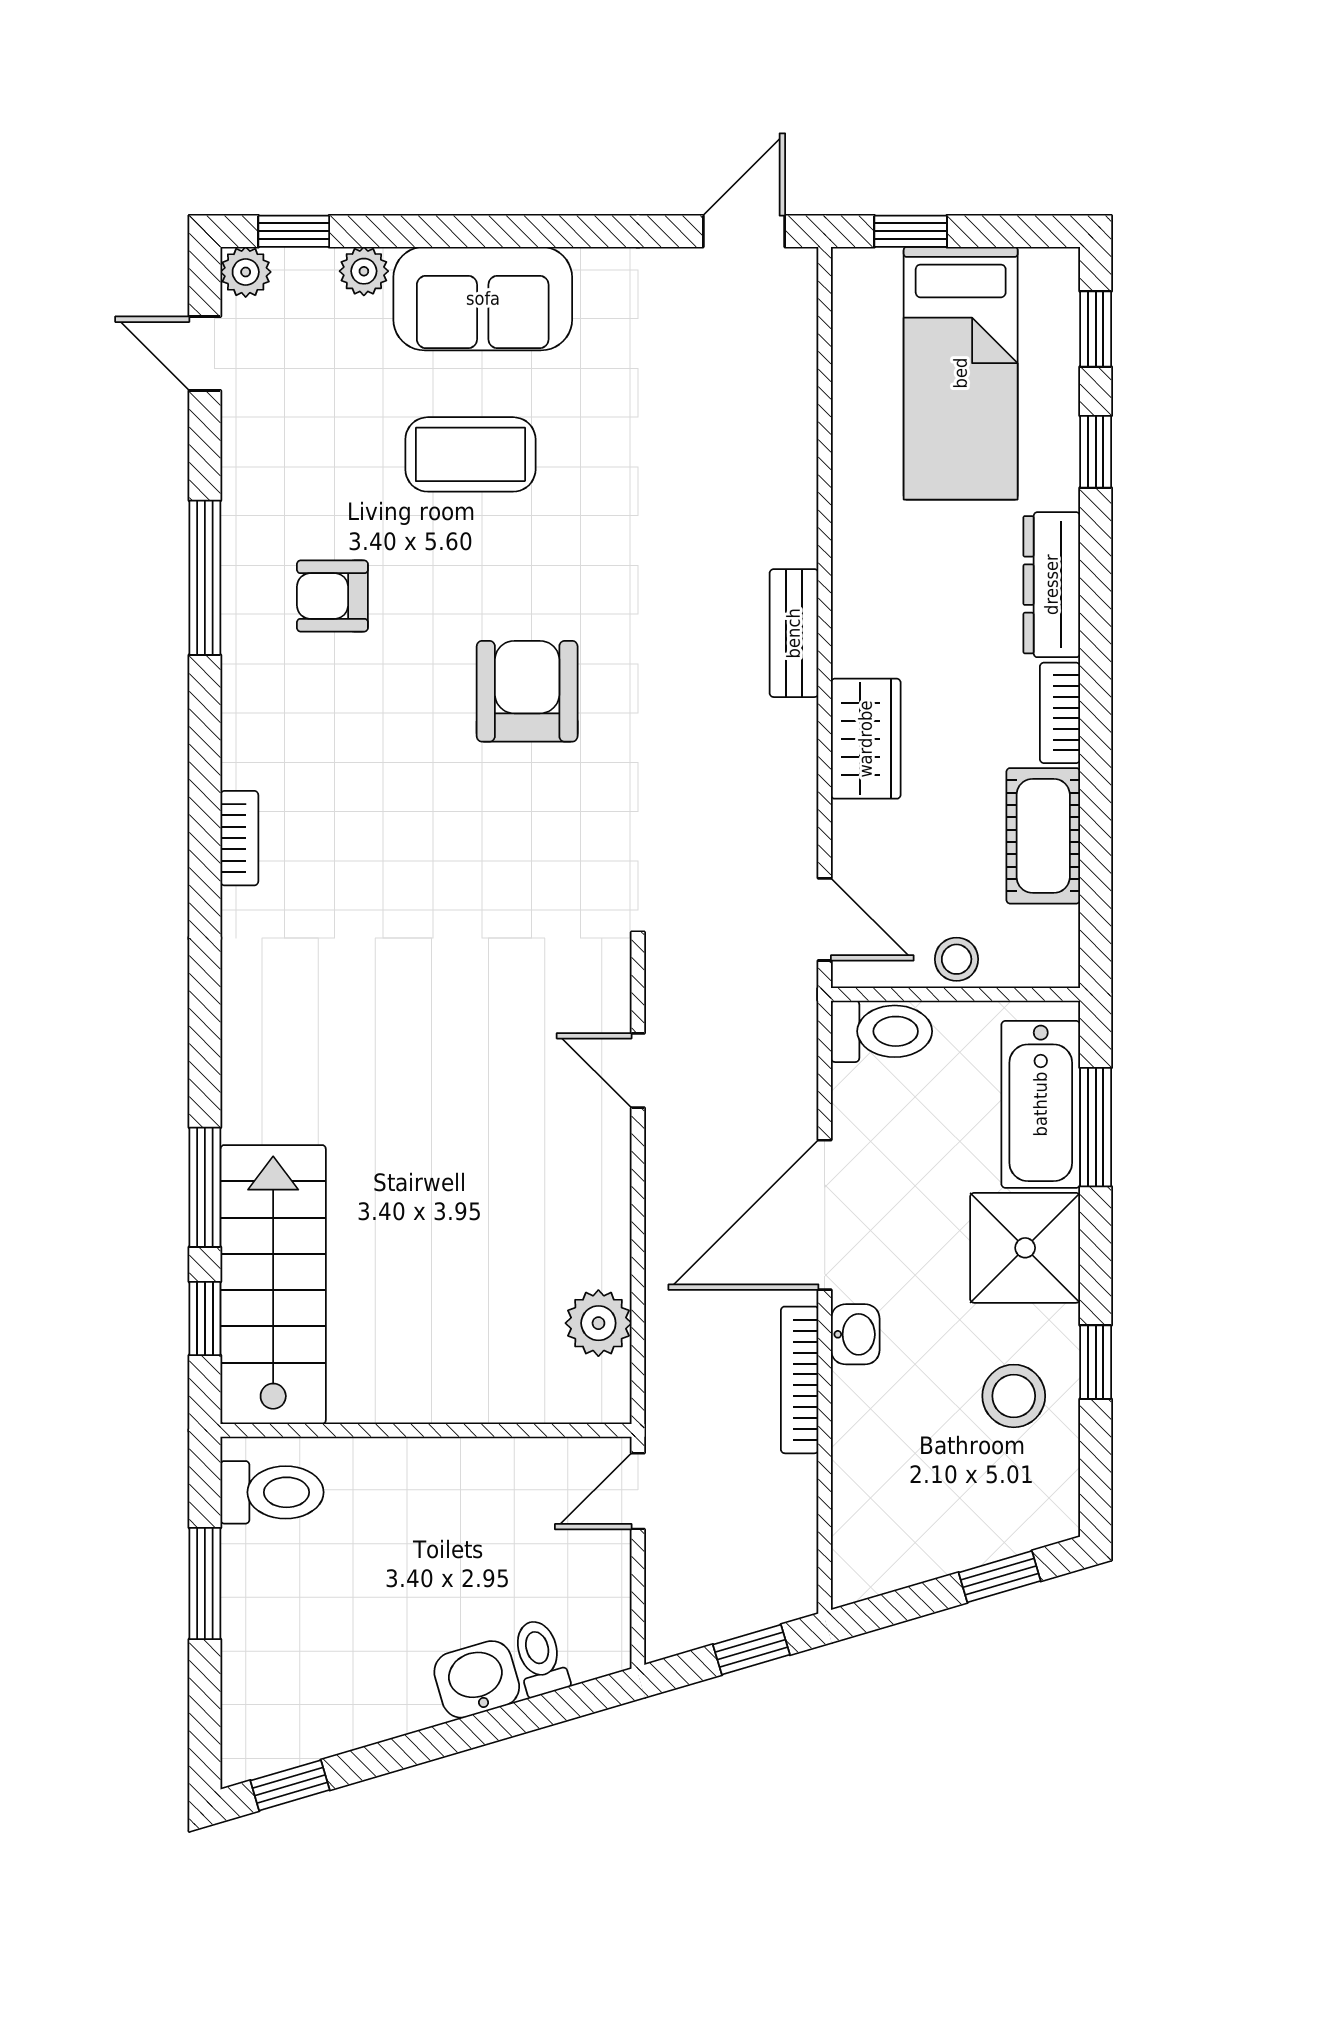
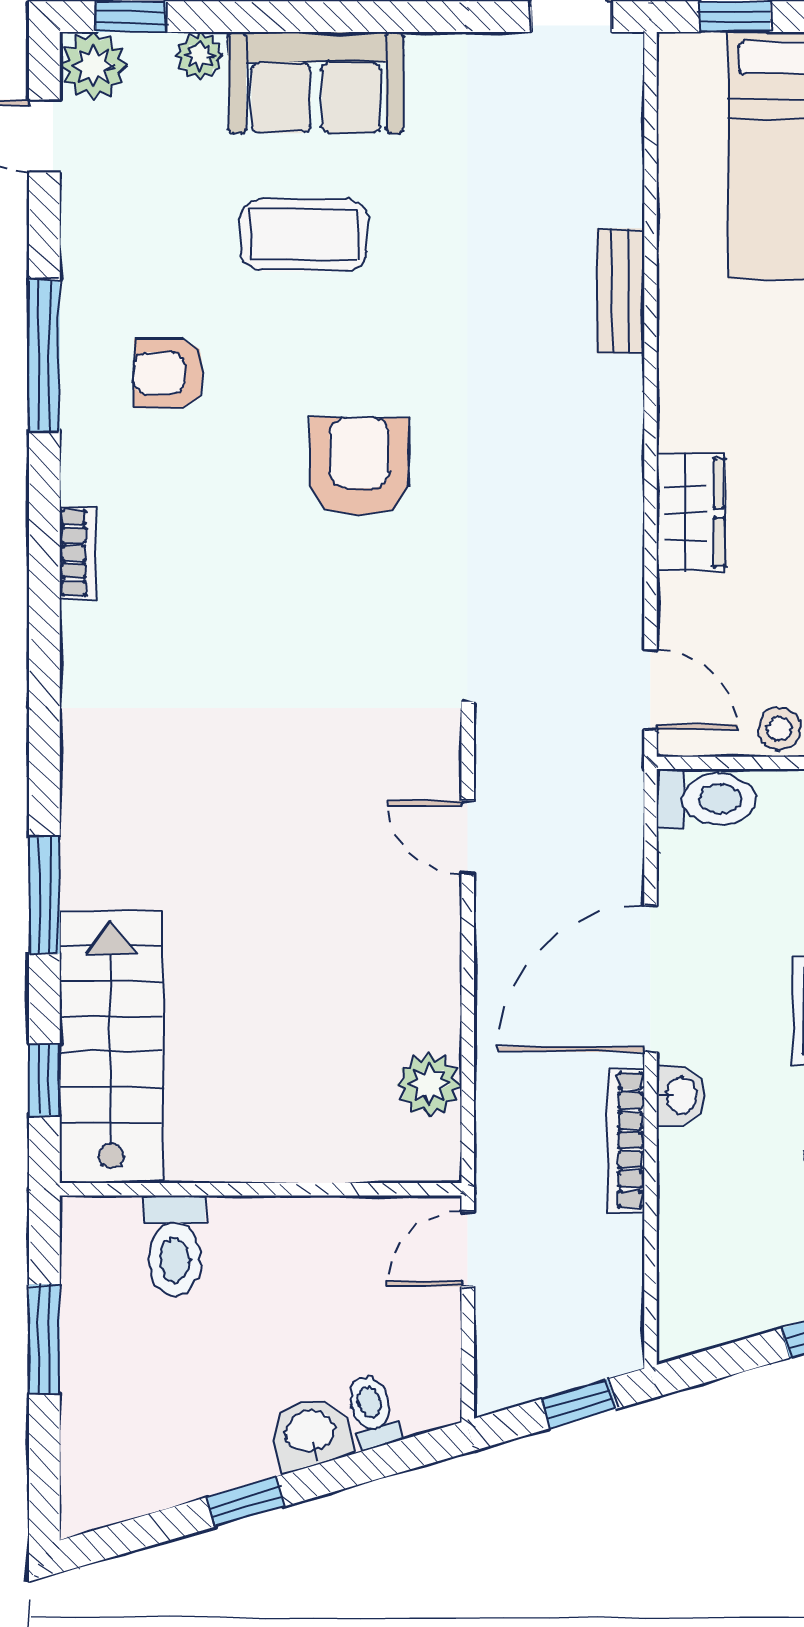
plant: (246, 272) -> (93, 66), width x1.38, depth x1.38
bench: (794, 633) -> (620, 291), moved
bookcase: (239, 838) -> (78, 553), moved
window: (205, 1187) -> (44, 895), moved
toilet: (272, 1492) -> (175, 1246), moved, turned 90
window: (290, 1785) -> (246, 1502), moved

